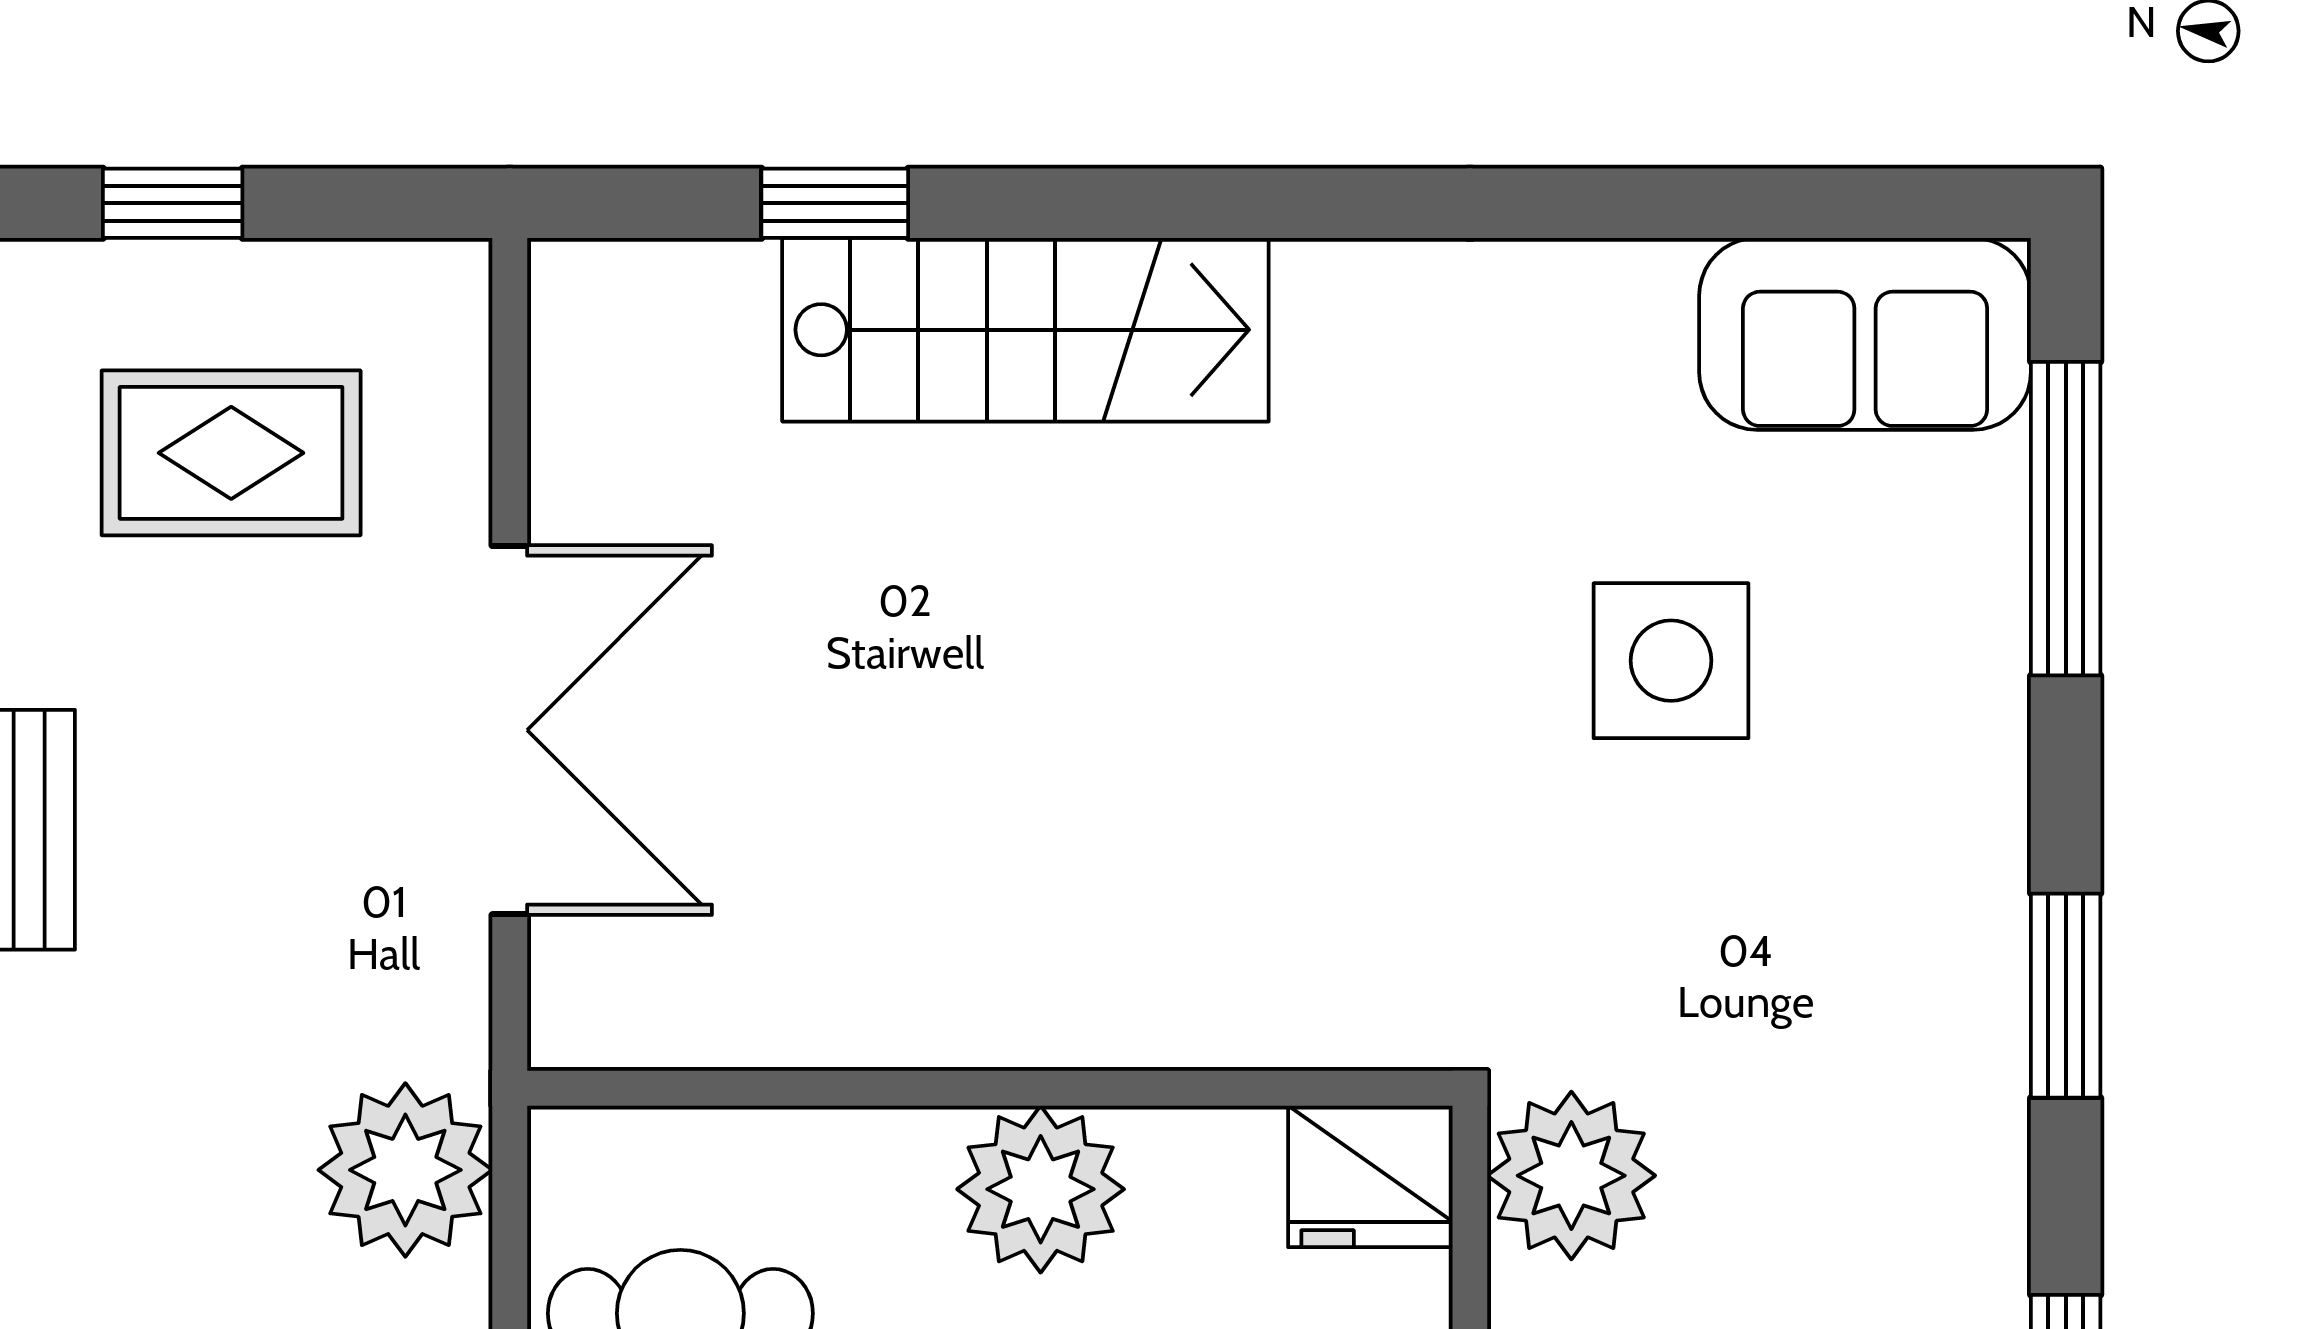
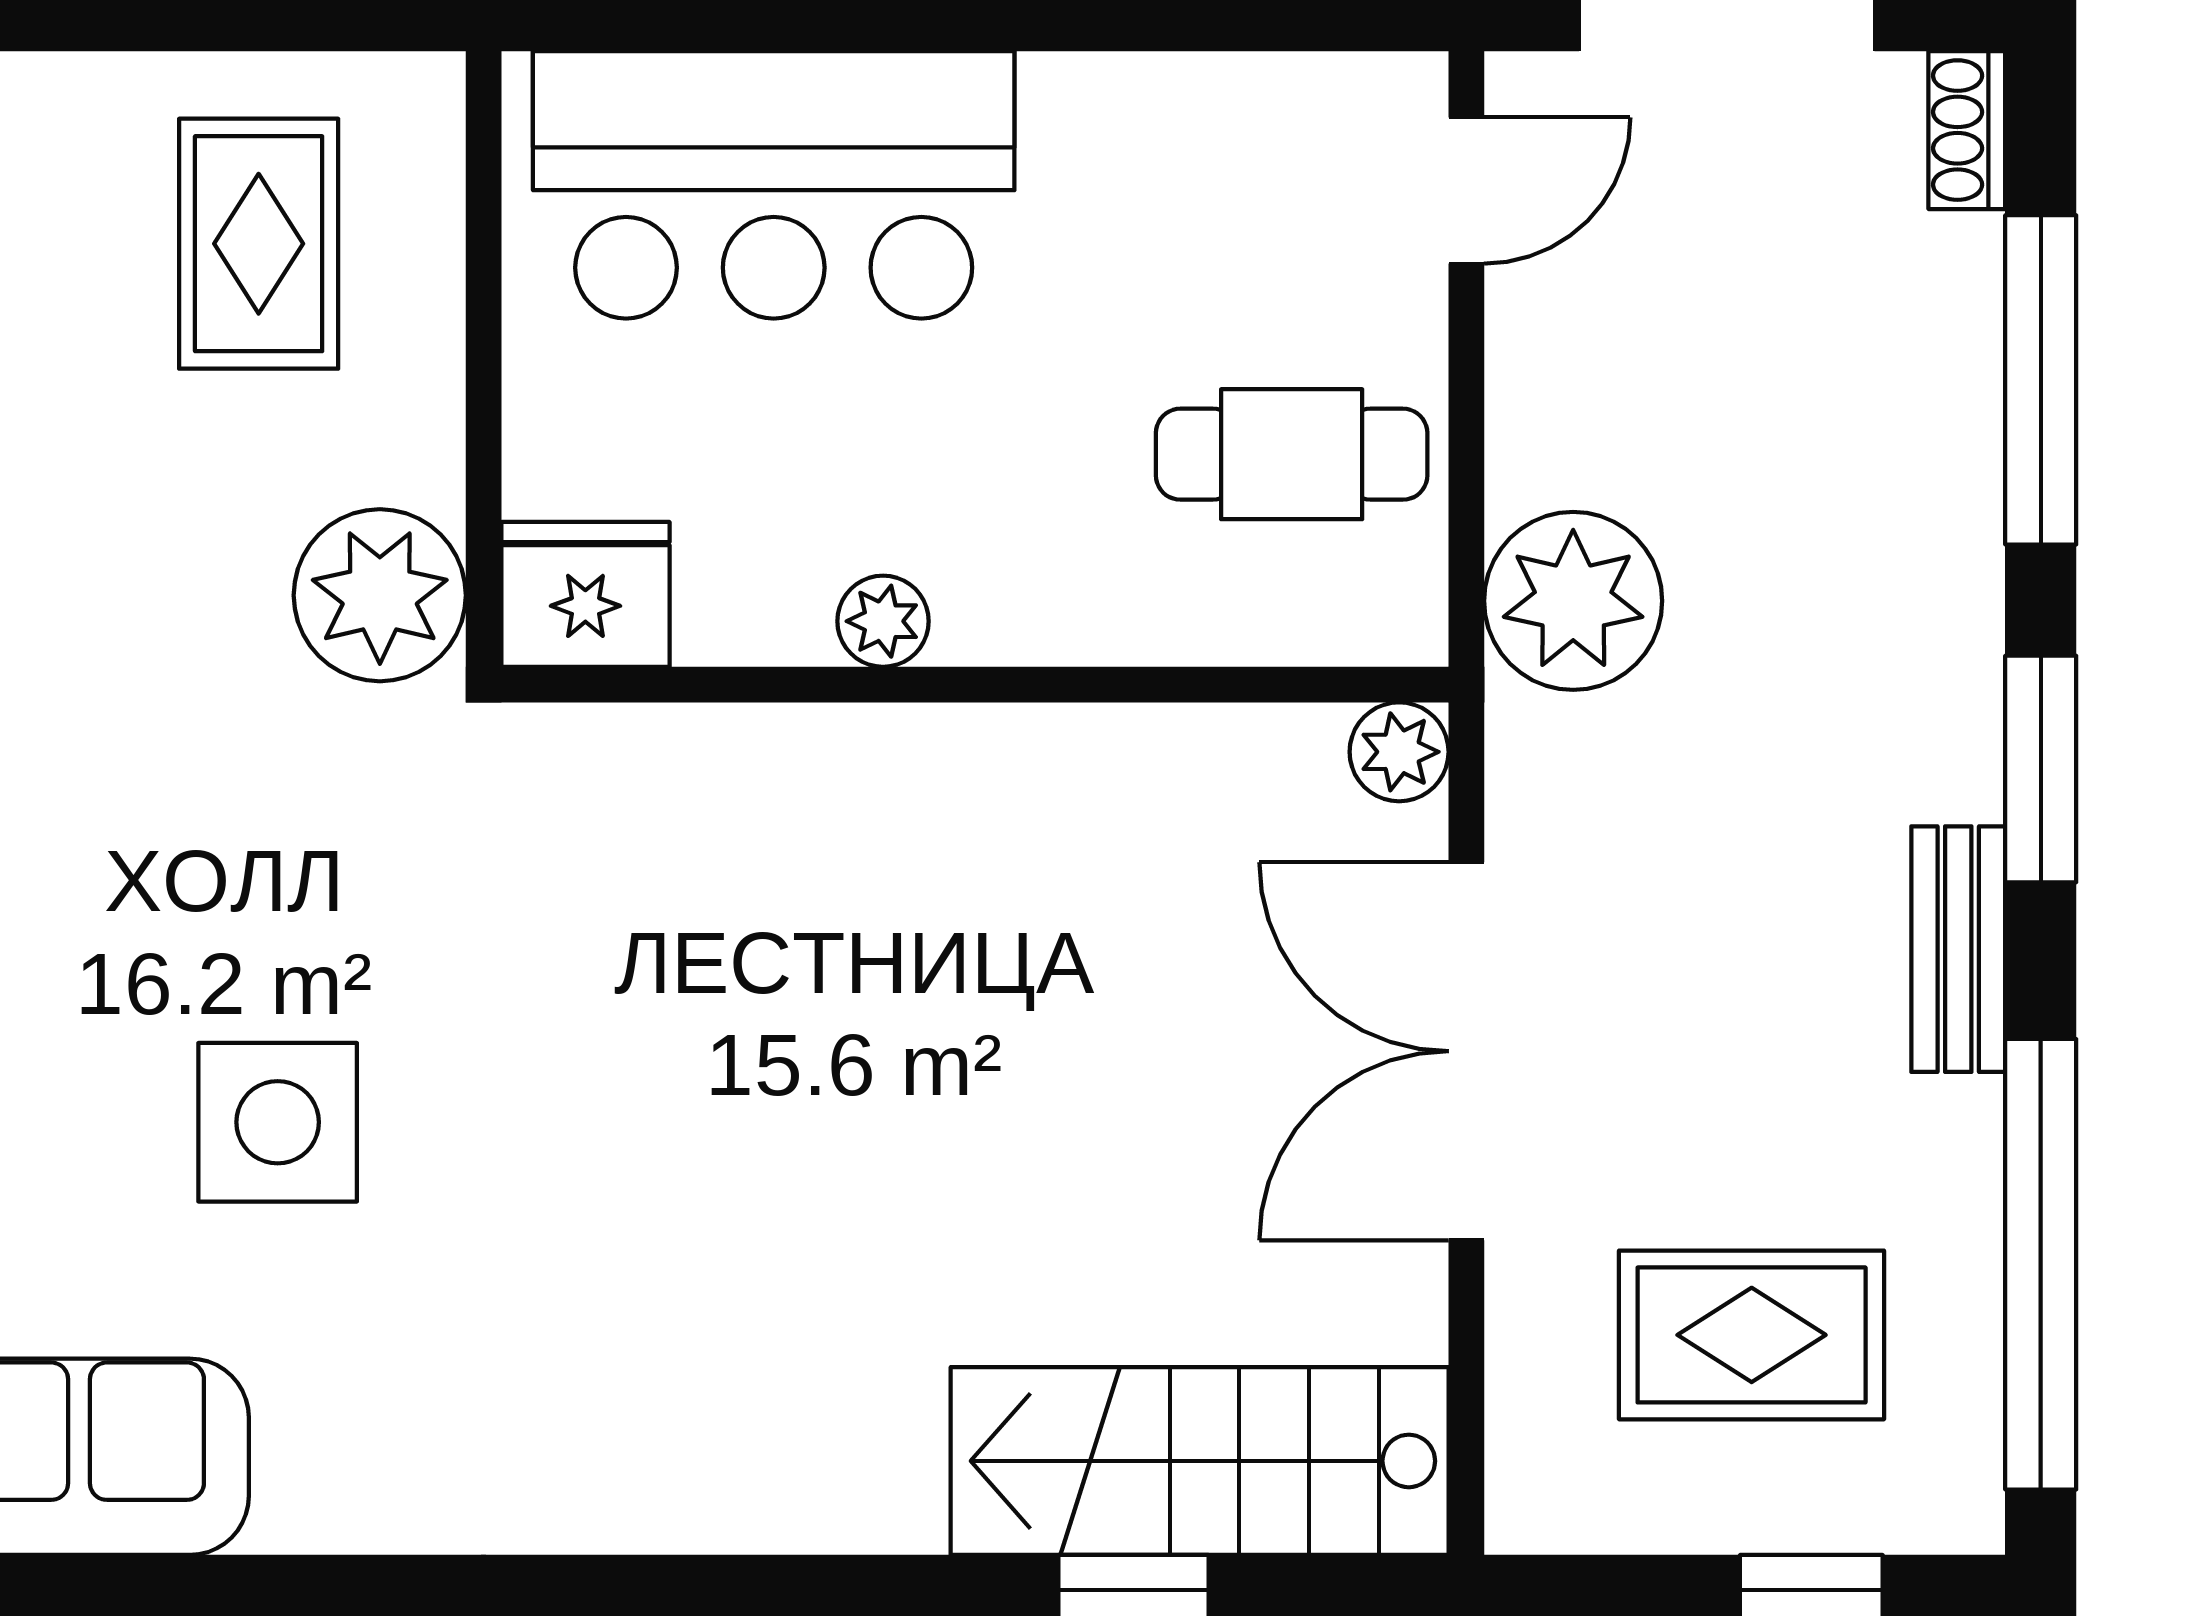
stairs: (1025, 330) -> (1200, 1461), moved
plant: (575, 1023) -> (1399, 752), added
plant: (1041, 1189) -> (883, 621), width x0.53, depth x0.53

